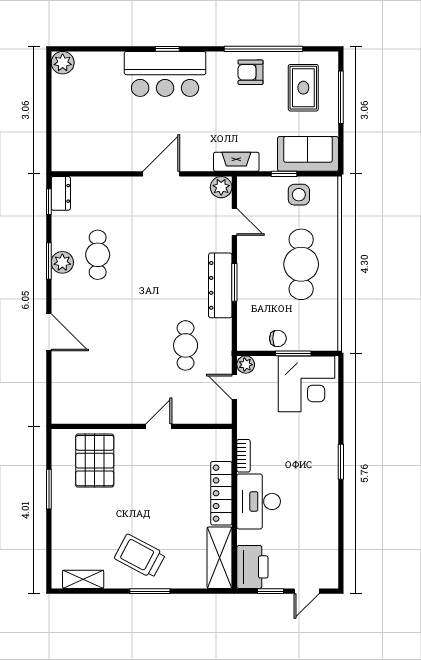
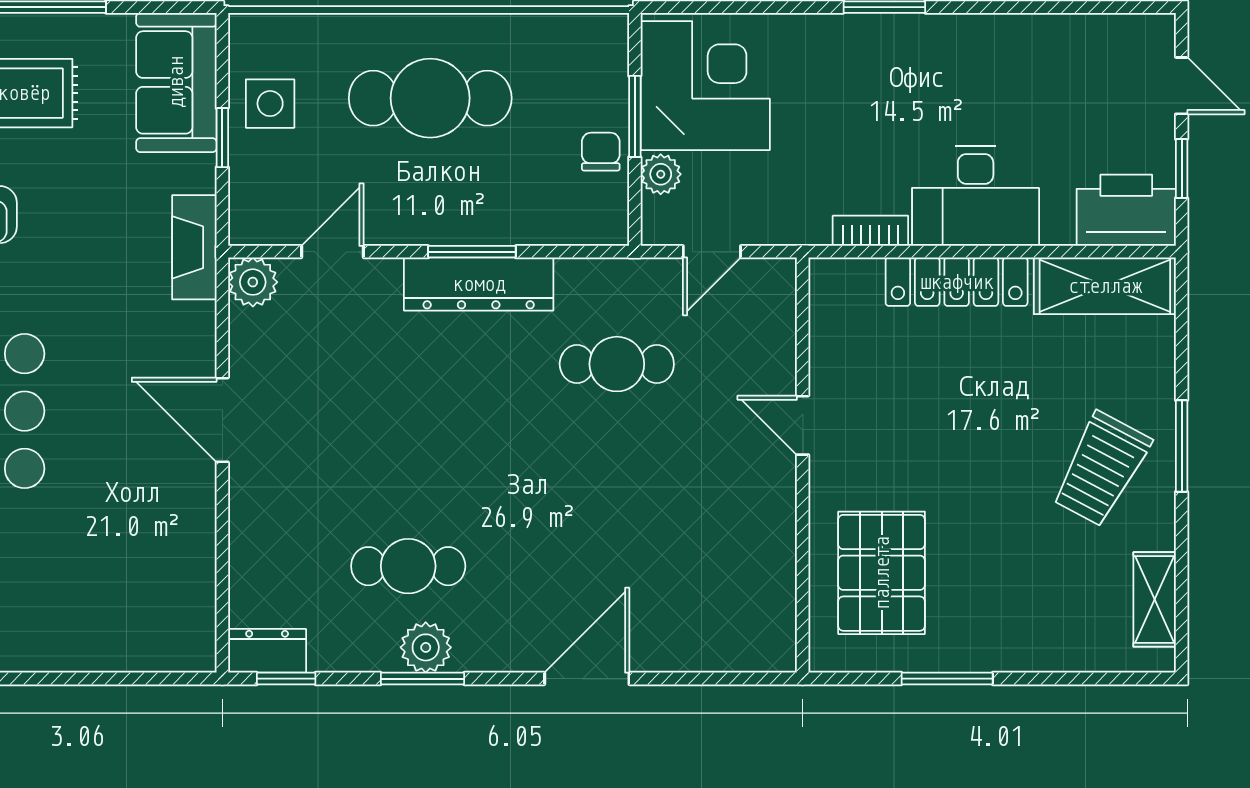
plant: (246, 365) -> (661, 174), moved
pallet: (95, 461) -> (882, 573), turned 90

